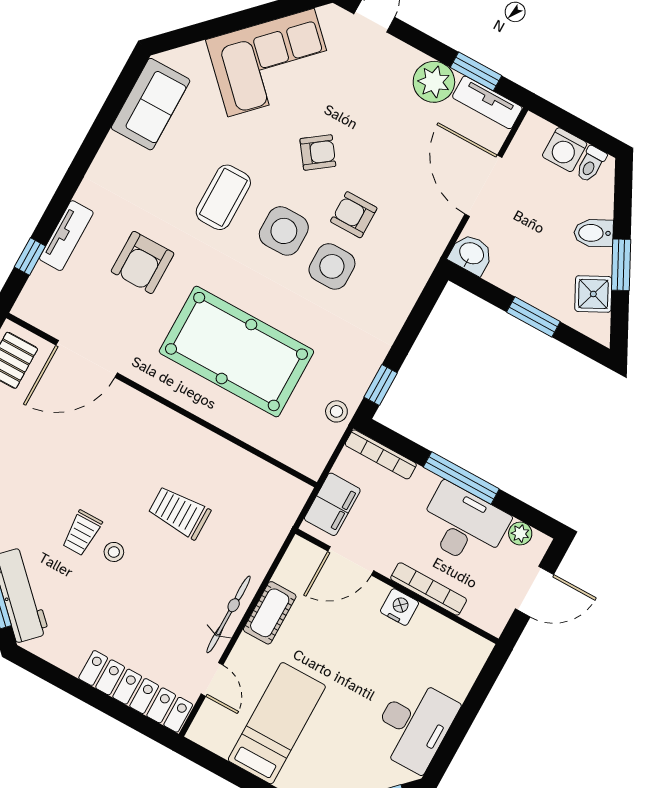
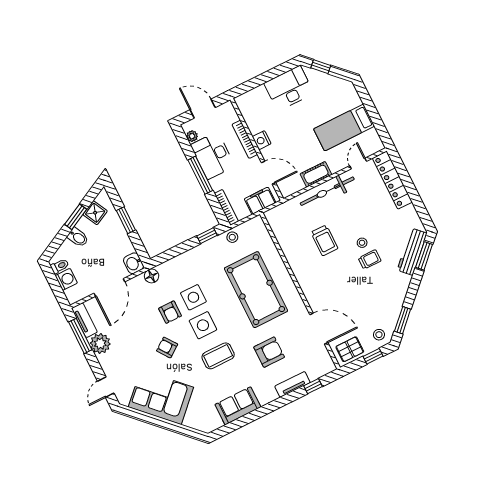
window: (476, 71) -> (80, 336), width x1.44
sofa: (151, 104) -> (238, 406), moved
floor lamp: (426, 254) -> (152, 276), added
bicycle: (229, 614) -> (327, 191), width x1.37, depth x1.40

